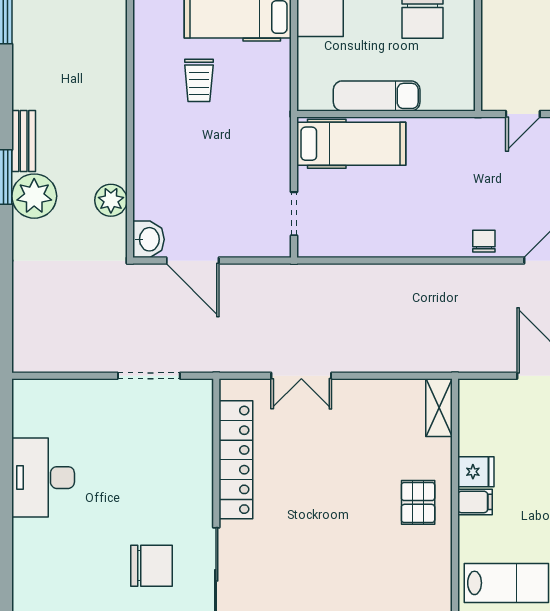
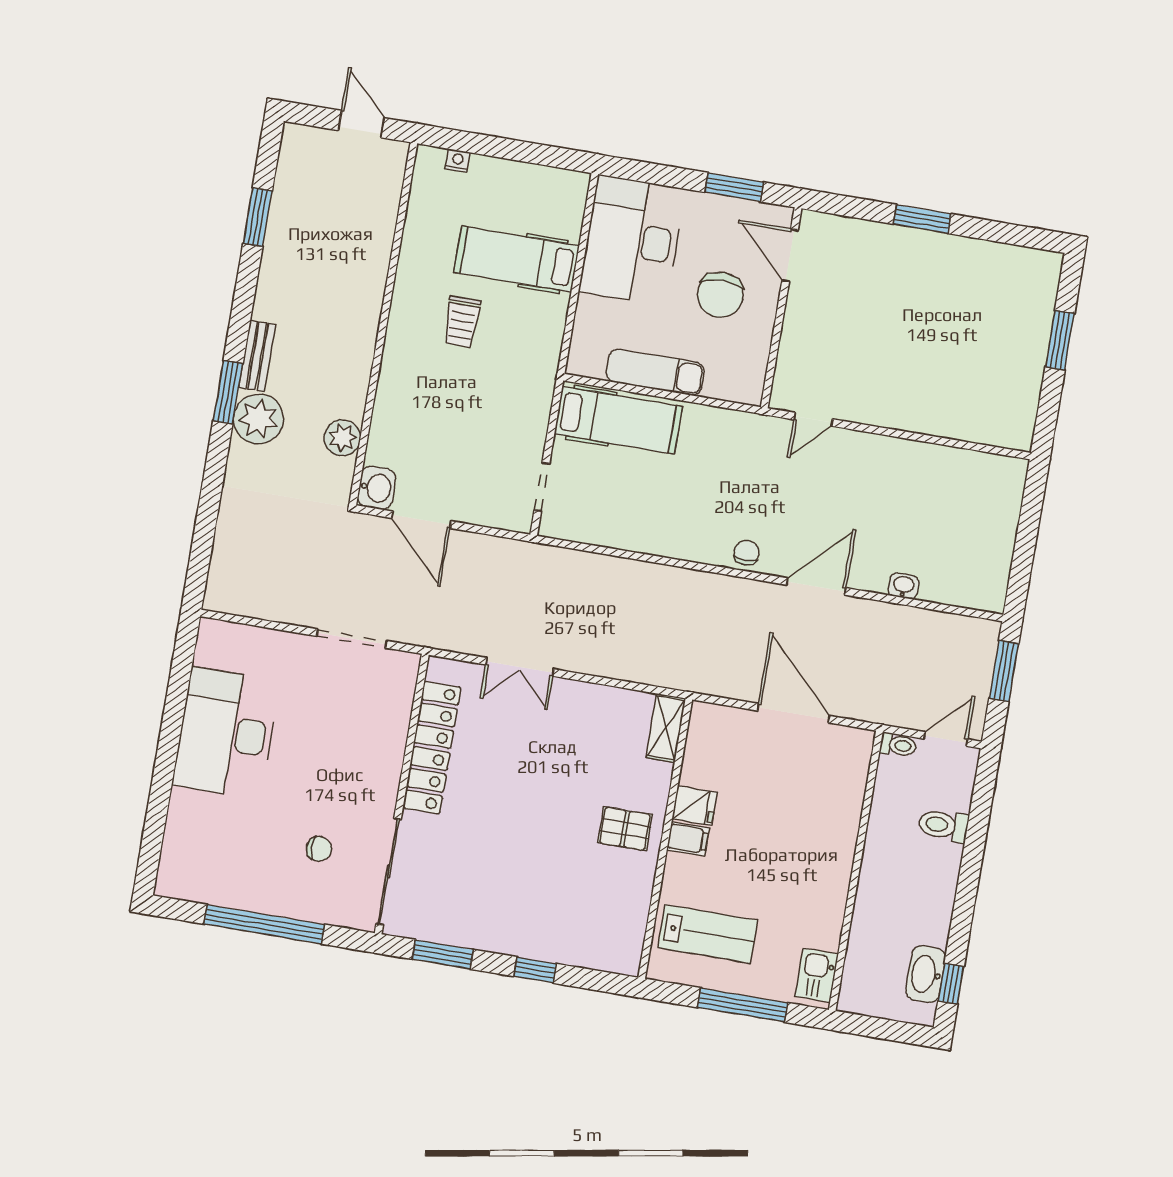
desk: (43, 478) -> (226, 733), width x1.36, depth x1.30
pallet: (418, 502) -> (625, 829), turned 90
chair: (152, 566) -> (319, 849), width x0.54, depth x0.54

